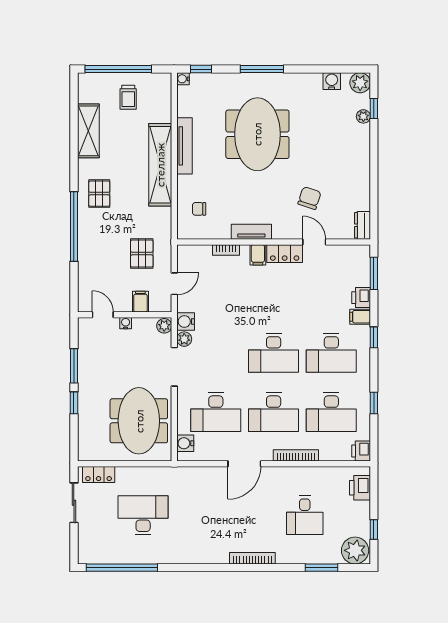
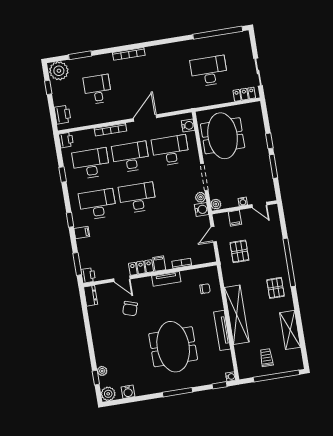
printer: (361, 298) -> (88, 275), moved
desk: (143, 515) -> (209, 71), turned 180

